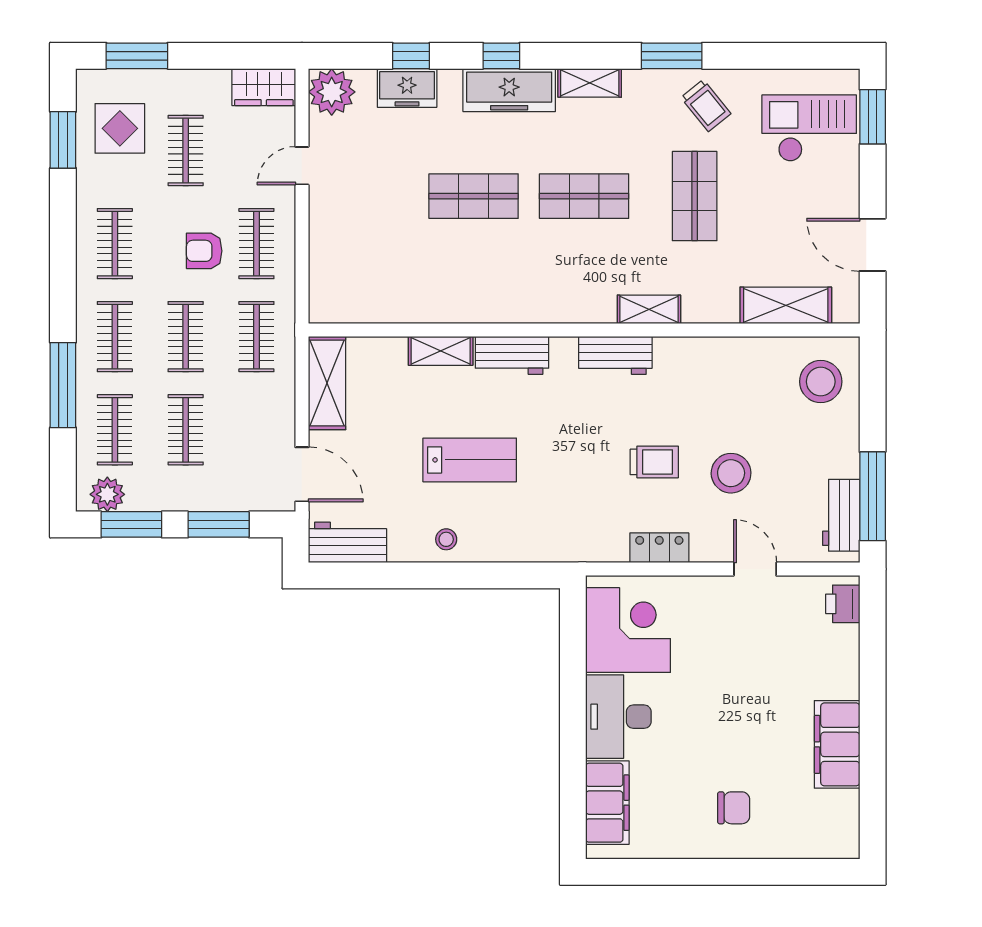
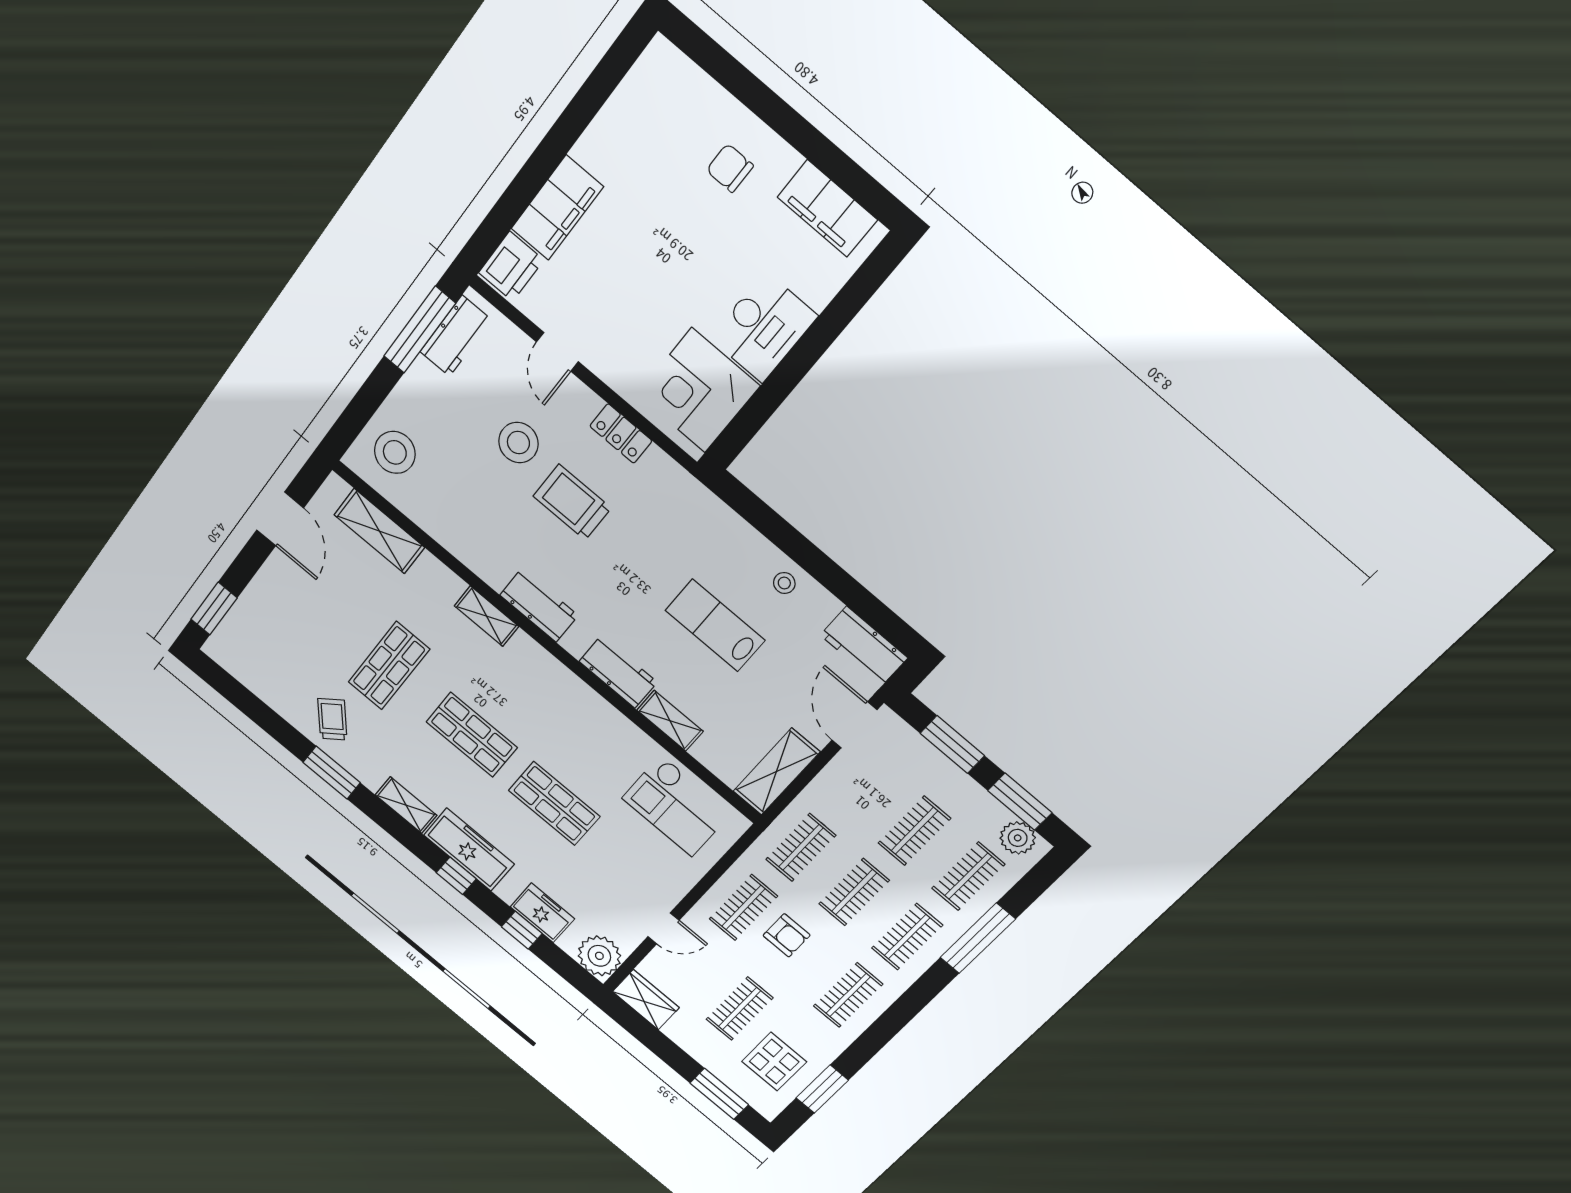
checkout: (809, 128) -> (677, 806), moved
trolley: (654, 462) -> (572, 502), width x1.36, depth x1.39
printer: (843, 604) -> (511, 266), width x1.36, depth x1.24
filing cabinet: (837, 744) -> (557, 208), moved
filing cabinet: (607, 803) -> (827, 208), moved, turned -90

